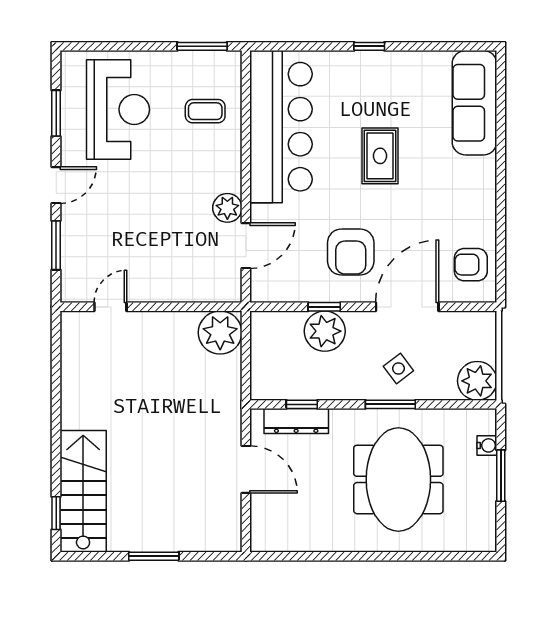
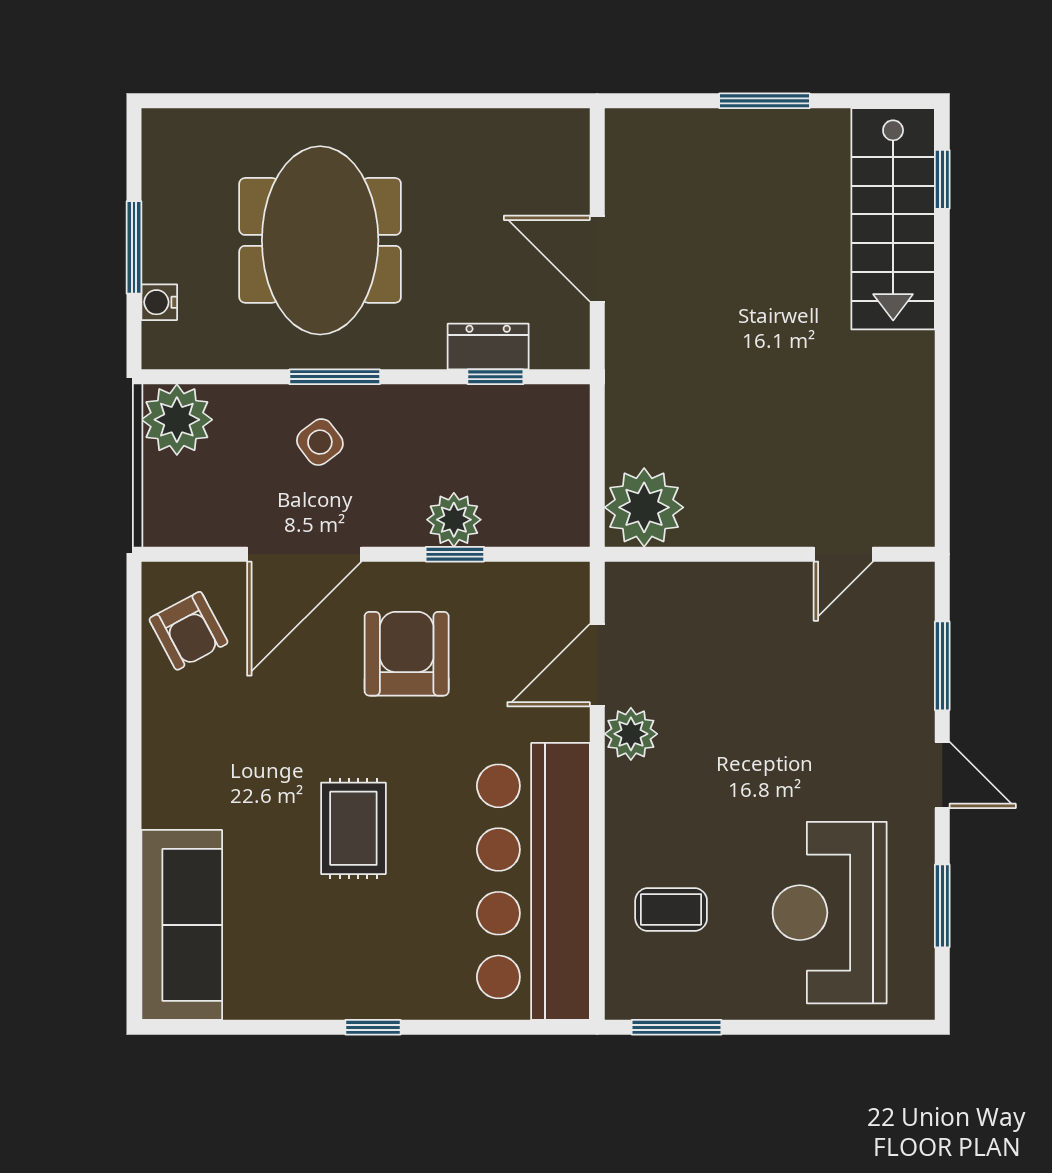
door: (56, 185) -> (942, 775), swing flipped
armchair: (471, 265) -> (188, 631), turned 62
plant: (325, 331) -> (454, 520), width x0.73, depth x0.73
dresser: (296, 421) -> (488, 347), width x0.70

